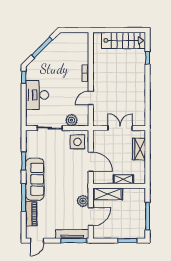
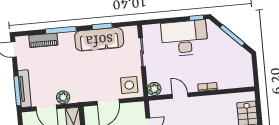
desk: (37, 95) -> (184, 38), width x1.36, depth x1.30
plant: (71, 120) -> (154, 89), moved
sofa: (35, 179) -> (99, 39), moved

